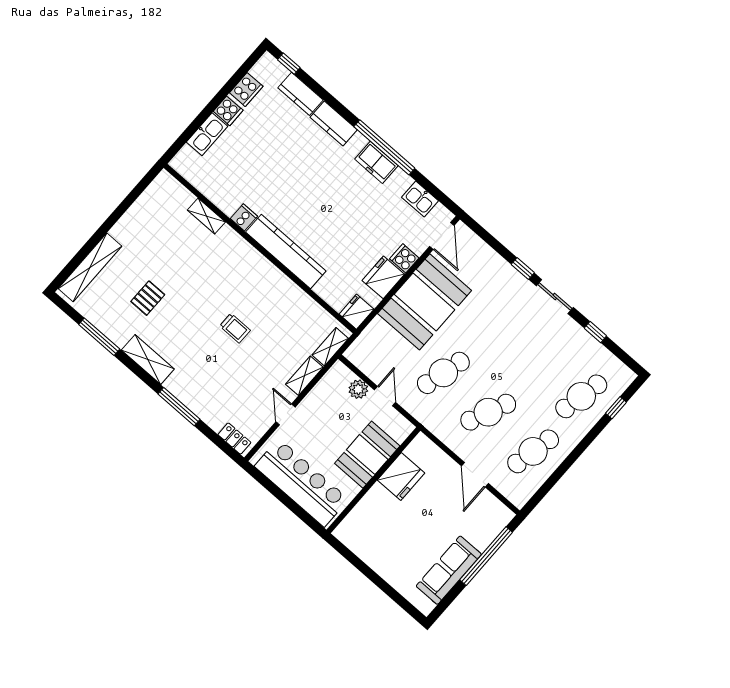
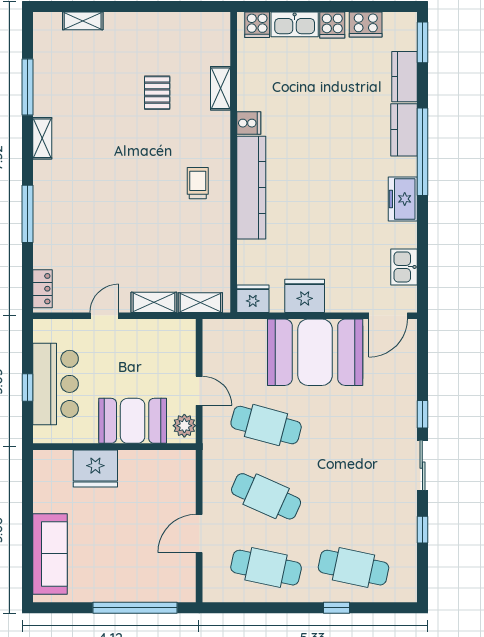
window: (289, 64) -> (422, 42), width x1.50
window: (384, 147) -> (422, 152), moved
cooker: (404, 258) -> (257, 25), moved, turned 180
shelving: (90, 267) -> (83, 21), width x0.45, depth x0.75
pallet: (148, 298) -> (157, 93), moved, turned 90
trolley: (235, 328) -> (198, 183), moved, turned 180
shelving: (148, 360) -> (42, 138), width x0.67, depth x0.75
plant: (358, 389) -> (184, 426), moved
door: (385, 396) -> (199, 391), hinge flipped
window: (616, 408) -> (337, 608), moved
fridge: (401, 477) -> (95, 469), moved
bar counter: (302, 483) -> (56, 384), width x0.73
window: (288, 502) -> (27, 388), added
sofa: (449, 570) -> (50, 554), moved, turned 90

